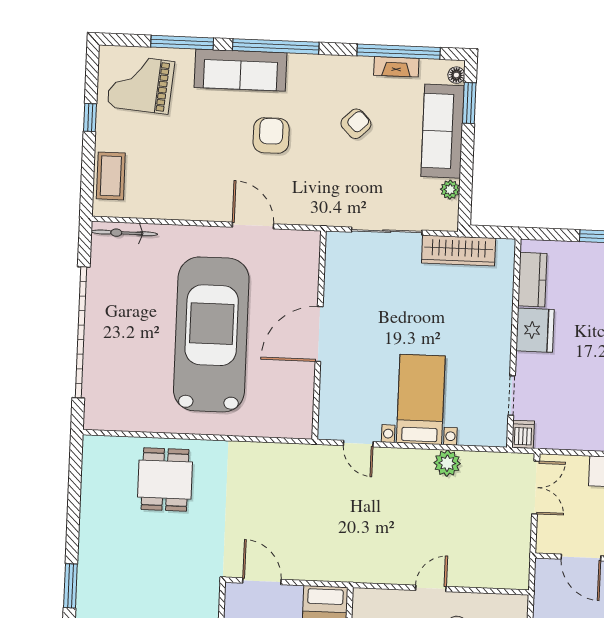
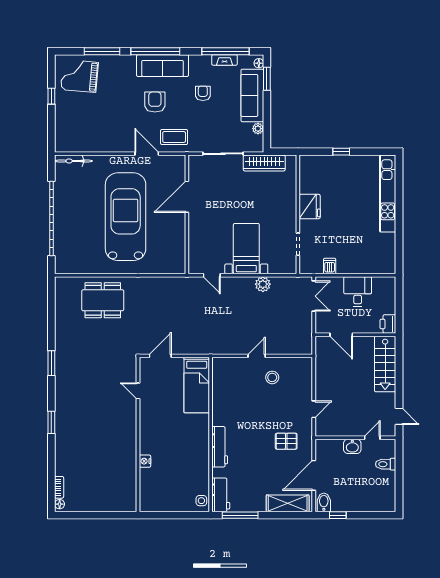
sofa: (241, 70) -> (163, 66), moved
armchair: (356, 124) -> (203, 93), turned -46
coffee table: (111, 176) -> (174, 137), moved, turned 90
kitchen counter: (532, 280) -> (307, 178), removed
door: (319, 334) -> (187, 197), moved
dishwasher: (523, 434) -> (330, 266), moved
dining table: (165, 480) -> (103, 300), width x1.37
door: (262, 581) -> (160, 356), hinge flipped

